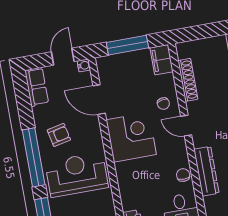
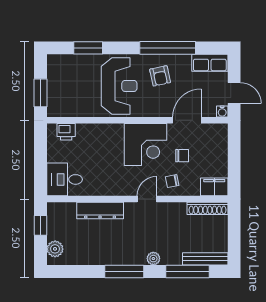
window: (127, 45) -> (234, 157), removed
shoe rack: (188, 80) -> (208, 208), moved
window: (34, 157) -> (168, 48), moved
chair: (183, 175) -> (182, 156), moved

